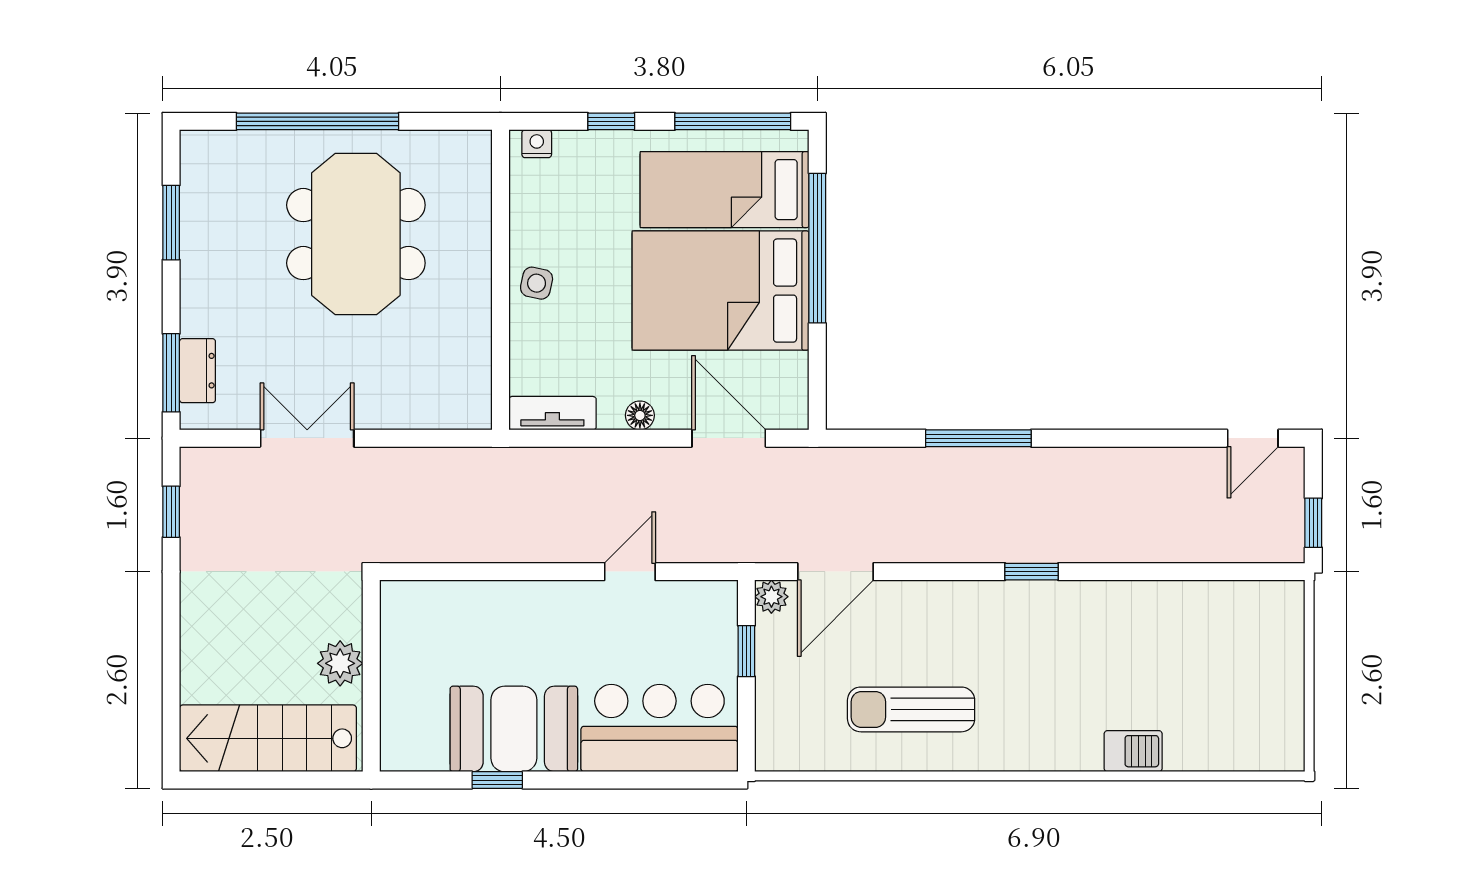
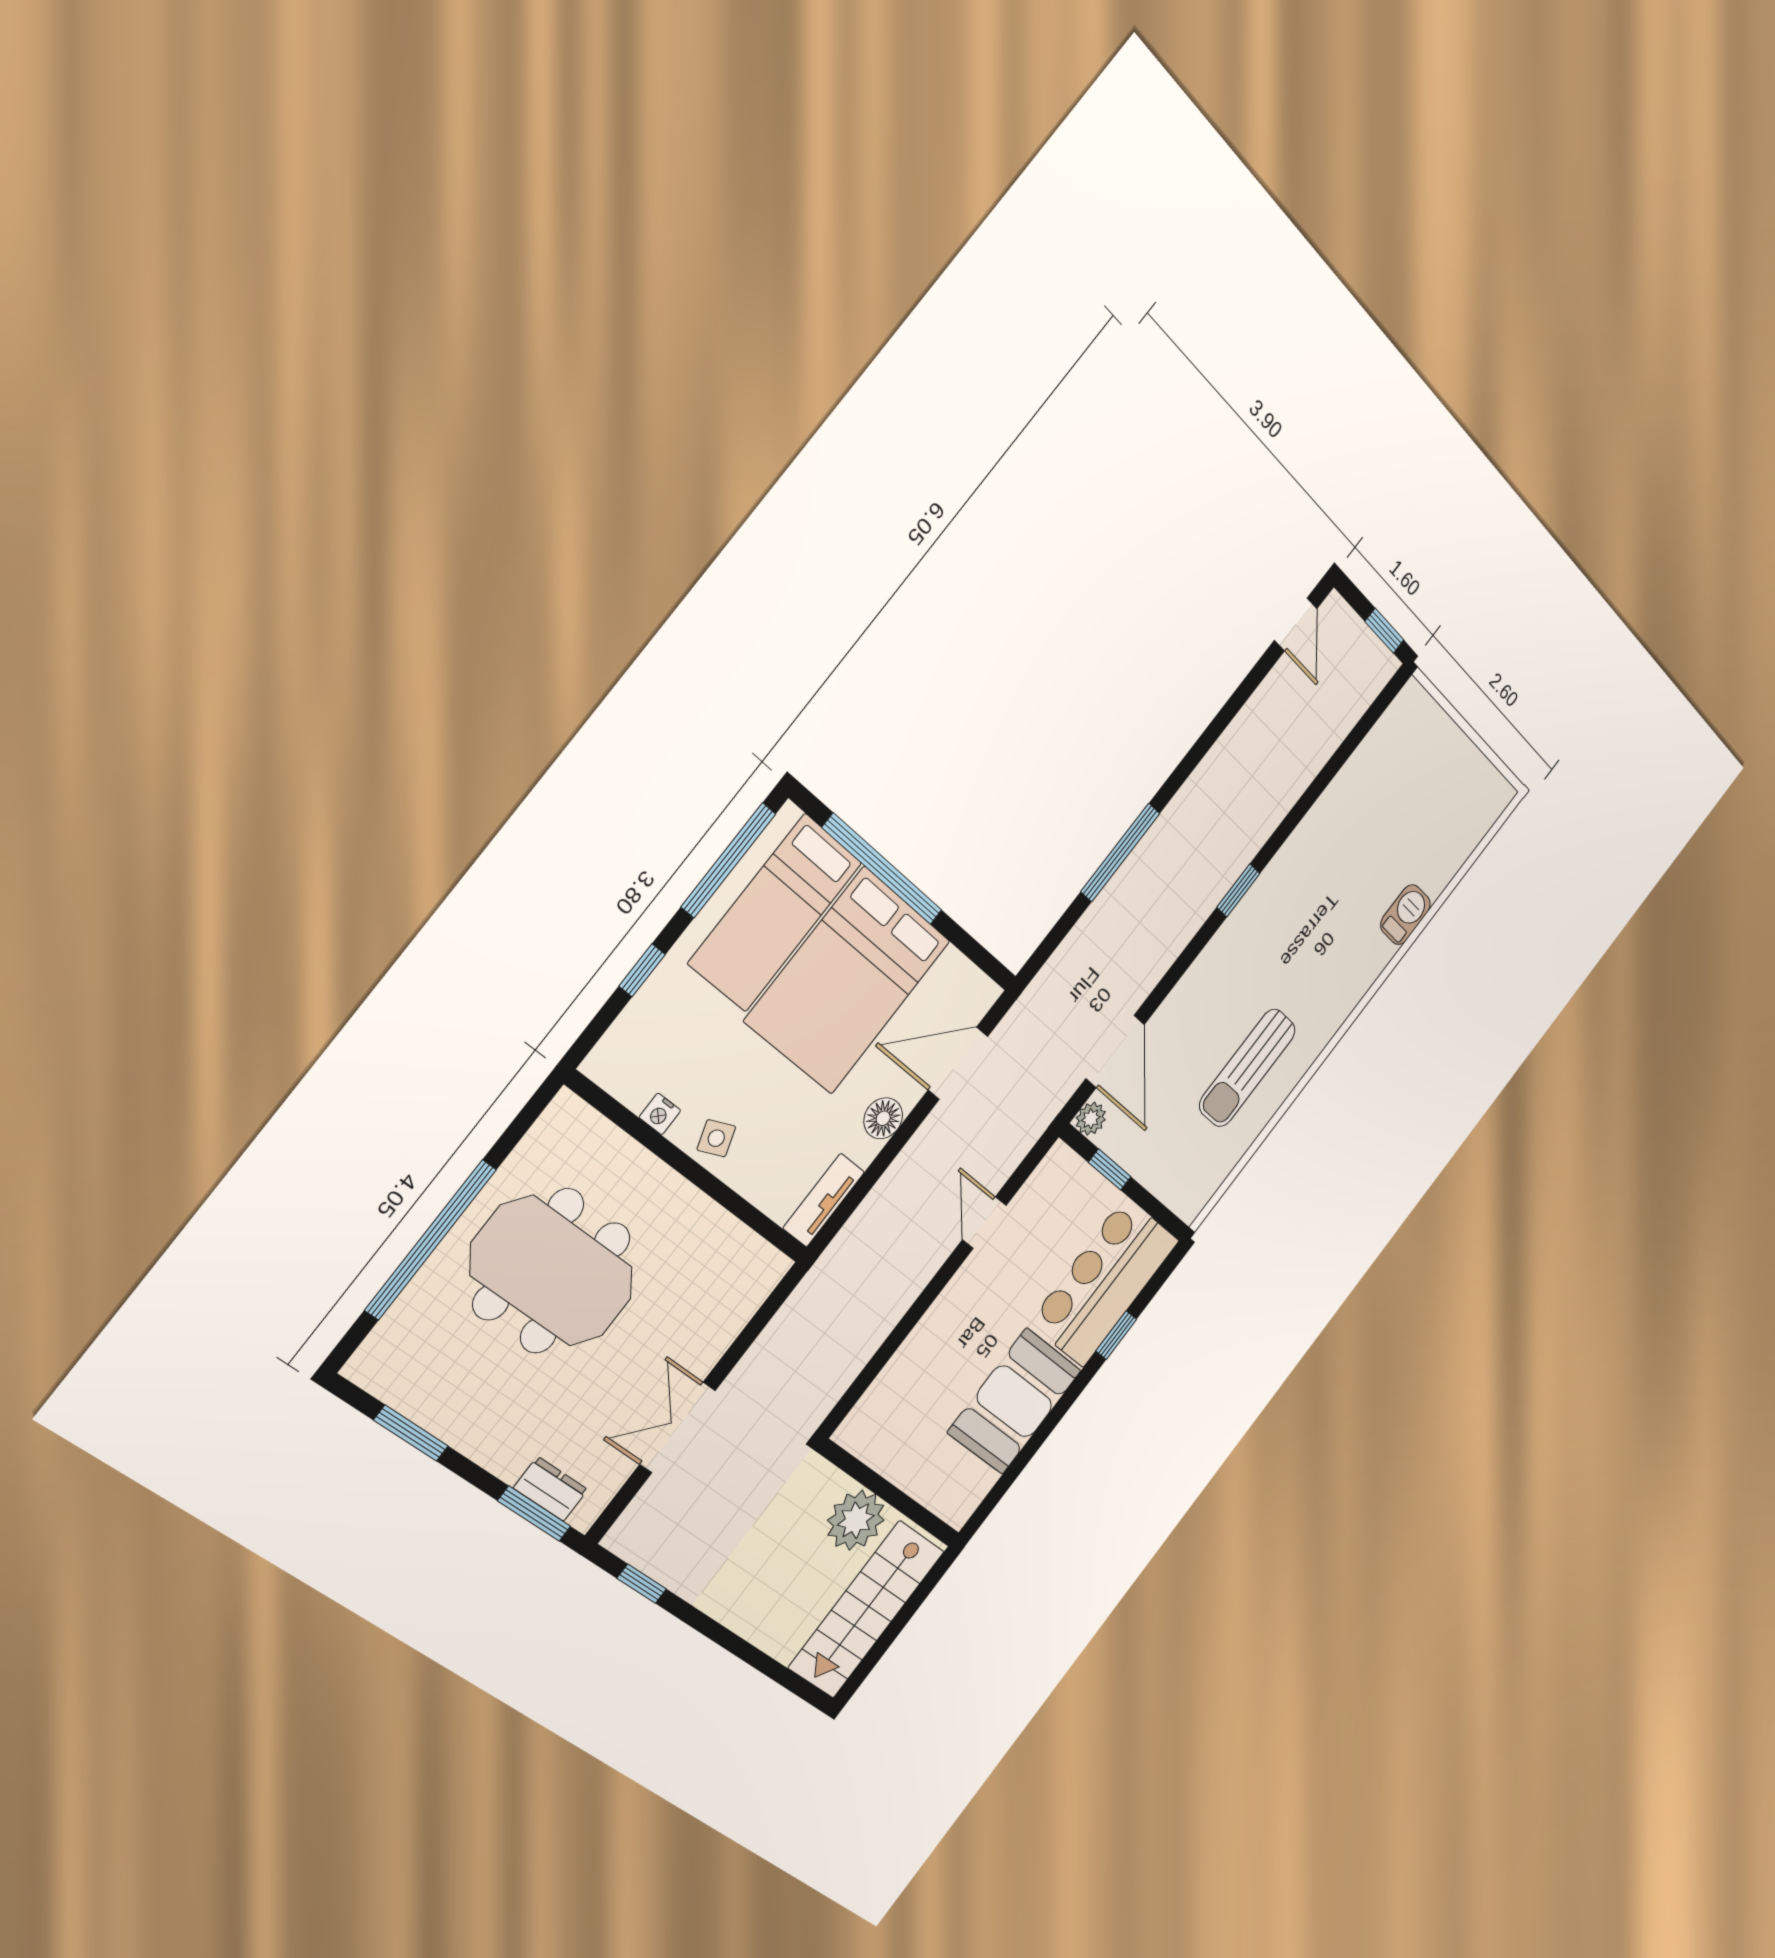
nightstand: (537, 144) -> (660, 1114), moved, turned -90
side table: (537, 283) -> (716, 1138), turned -33
floor lamp: (640, 415) -> (883, 1118), width x1.37, depth x1.37
plant: (340, 663) -> (856, 1520), width x1.36, depth x1.36
window: (497, 780) -> (1116, 1335), moved

